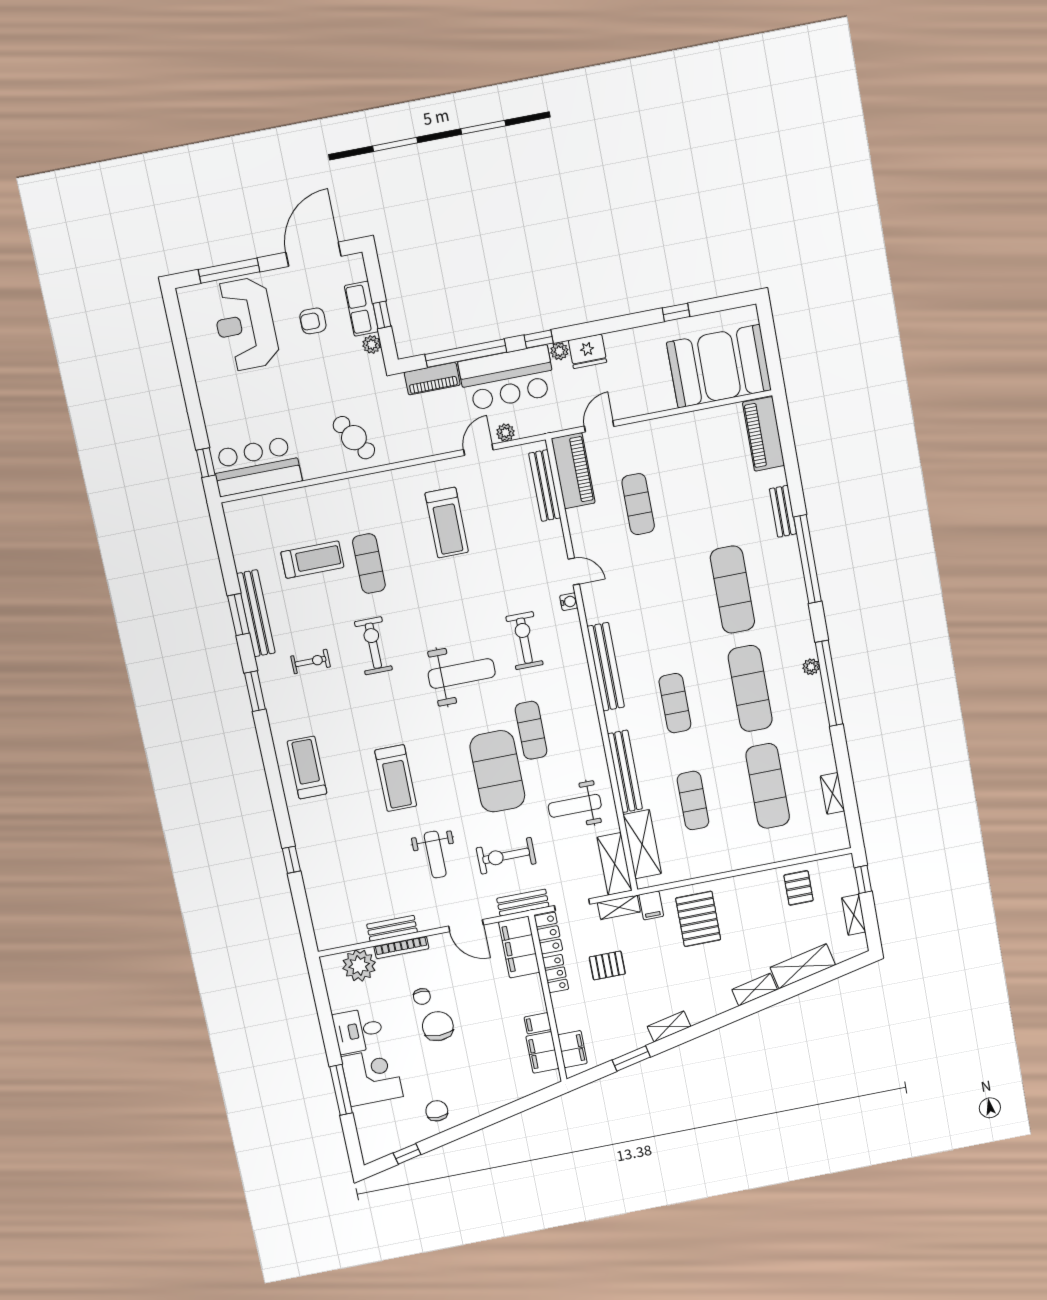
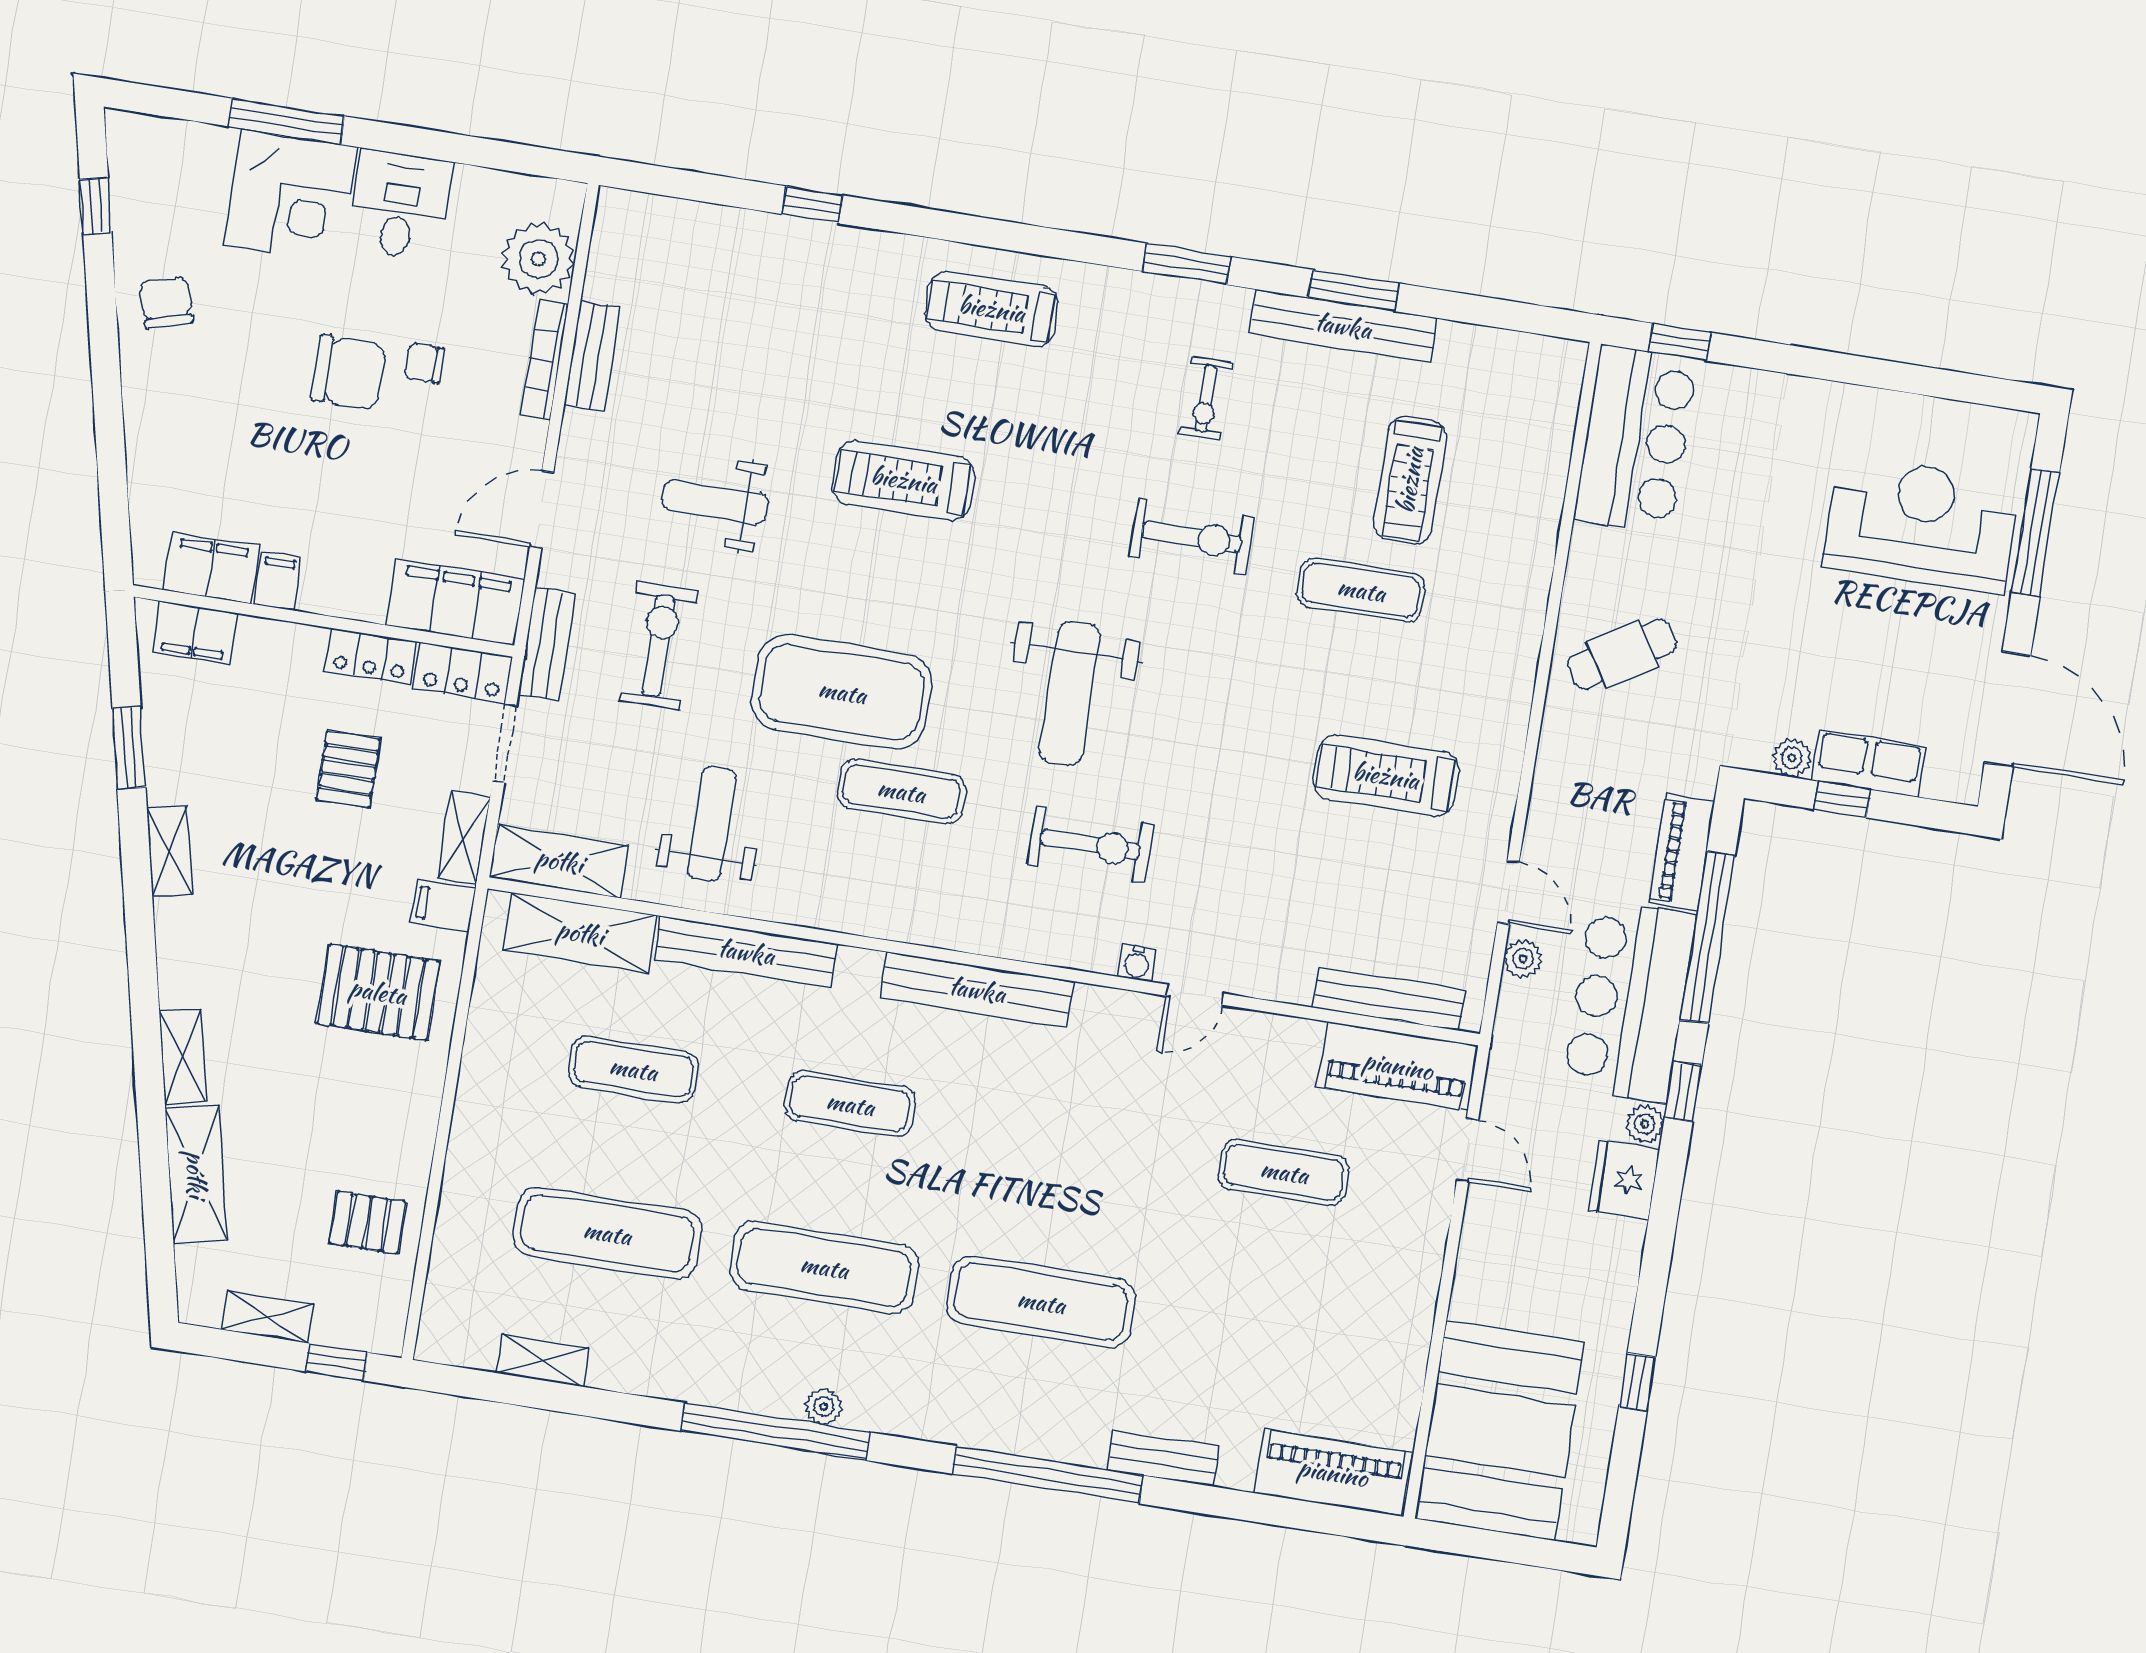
armchair: (313, 321) -> (1879, 659), removed
treadmill: (307, 768) -> (992, 309), turned 180
chair: (437, 1111) -> (166, 303), turned -107

